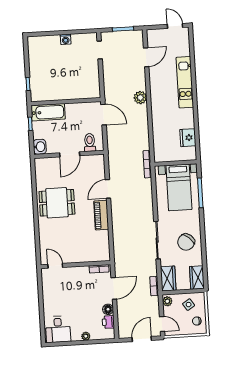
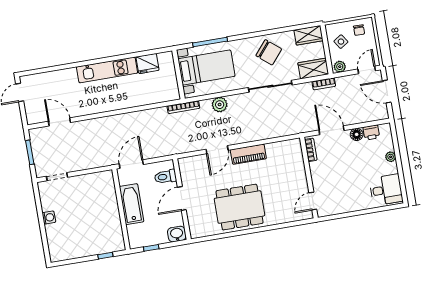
kitchen unit: (185, 82) -> (107, 70), moved
plant: (140, 98) -> (220, 105), moved
bathtub: (48, 112) -> (132, 204), moved
door: (70, 154) -> (182, 198), swing flipped
door: (108, 189) -> (217, 150), hinge flipped
dining table: (57, 203) -> (240, 207), width x1.38

